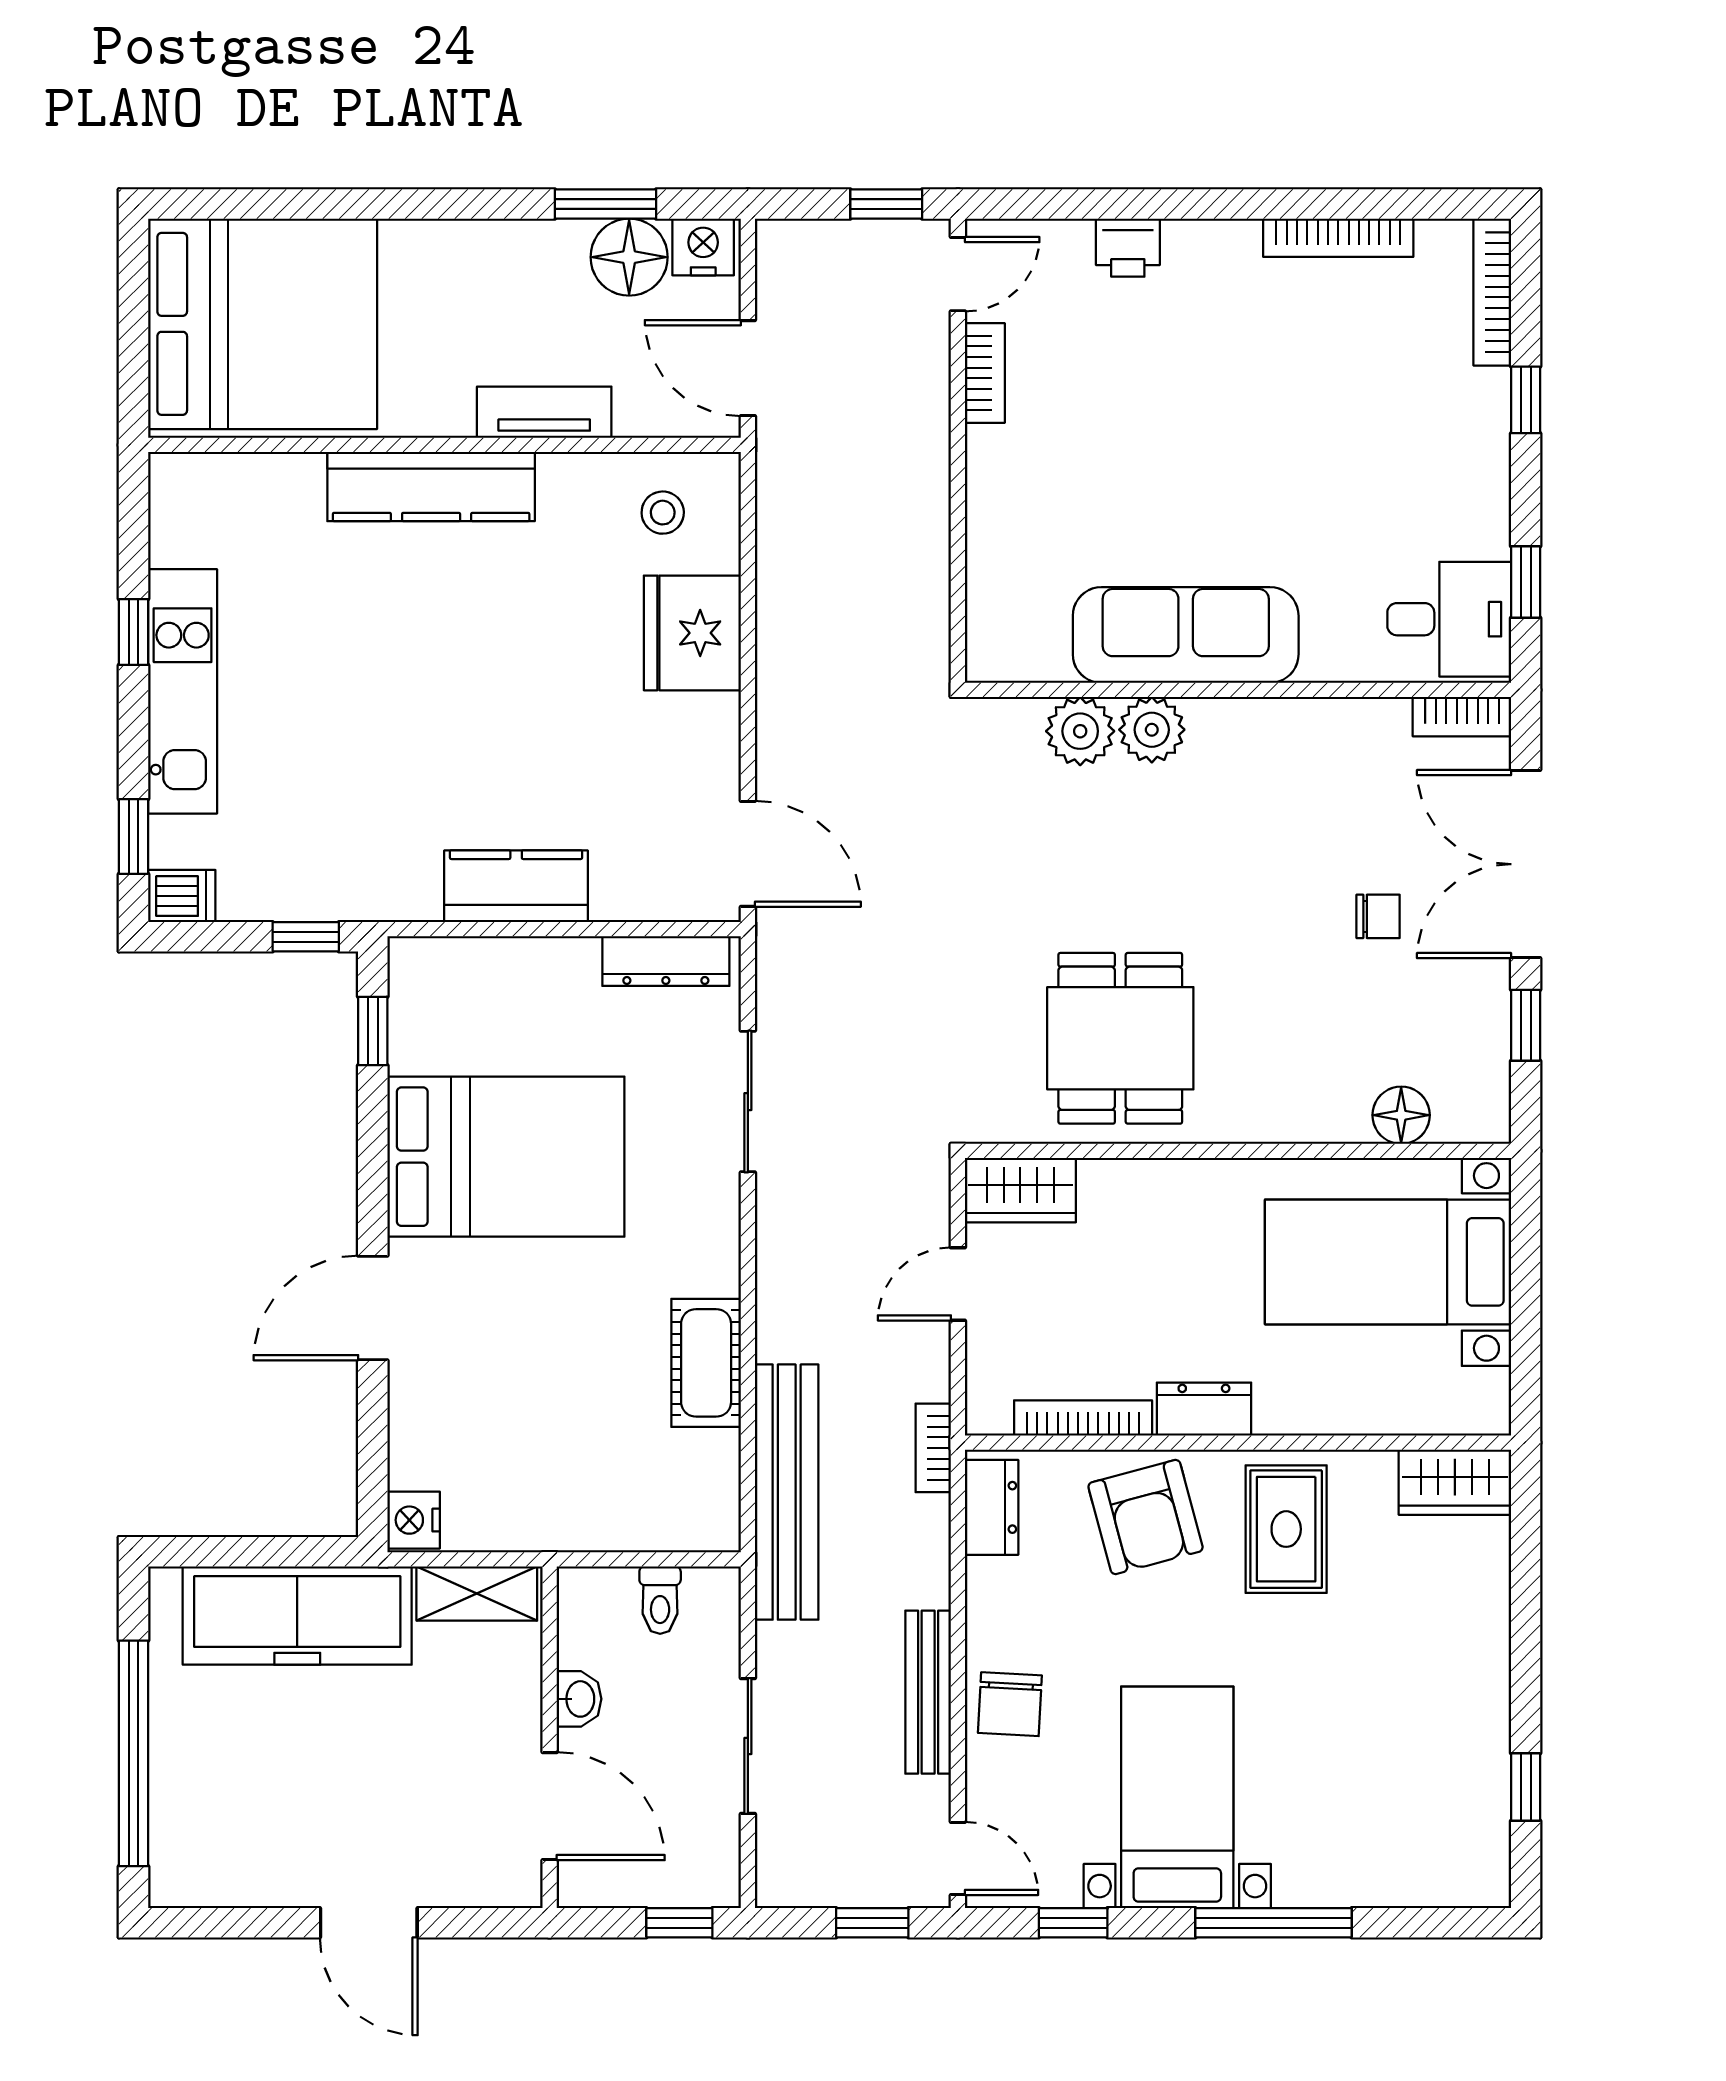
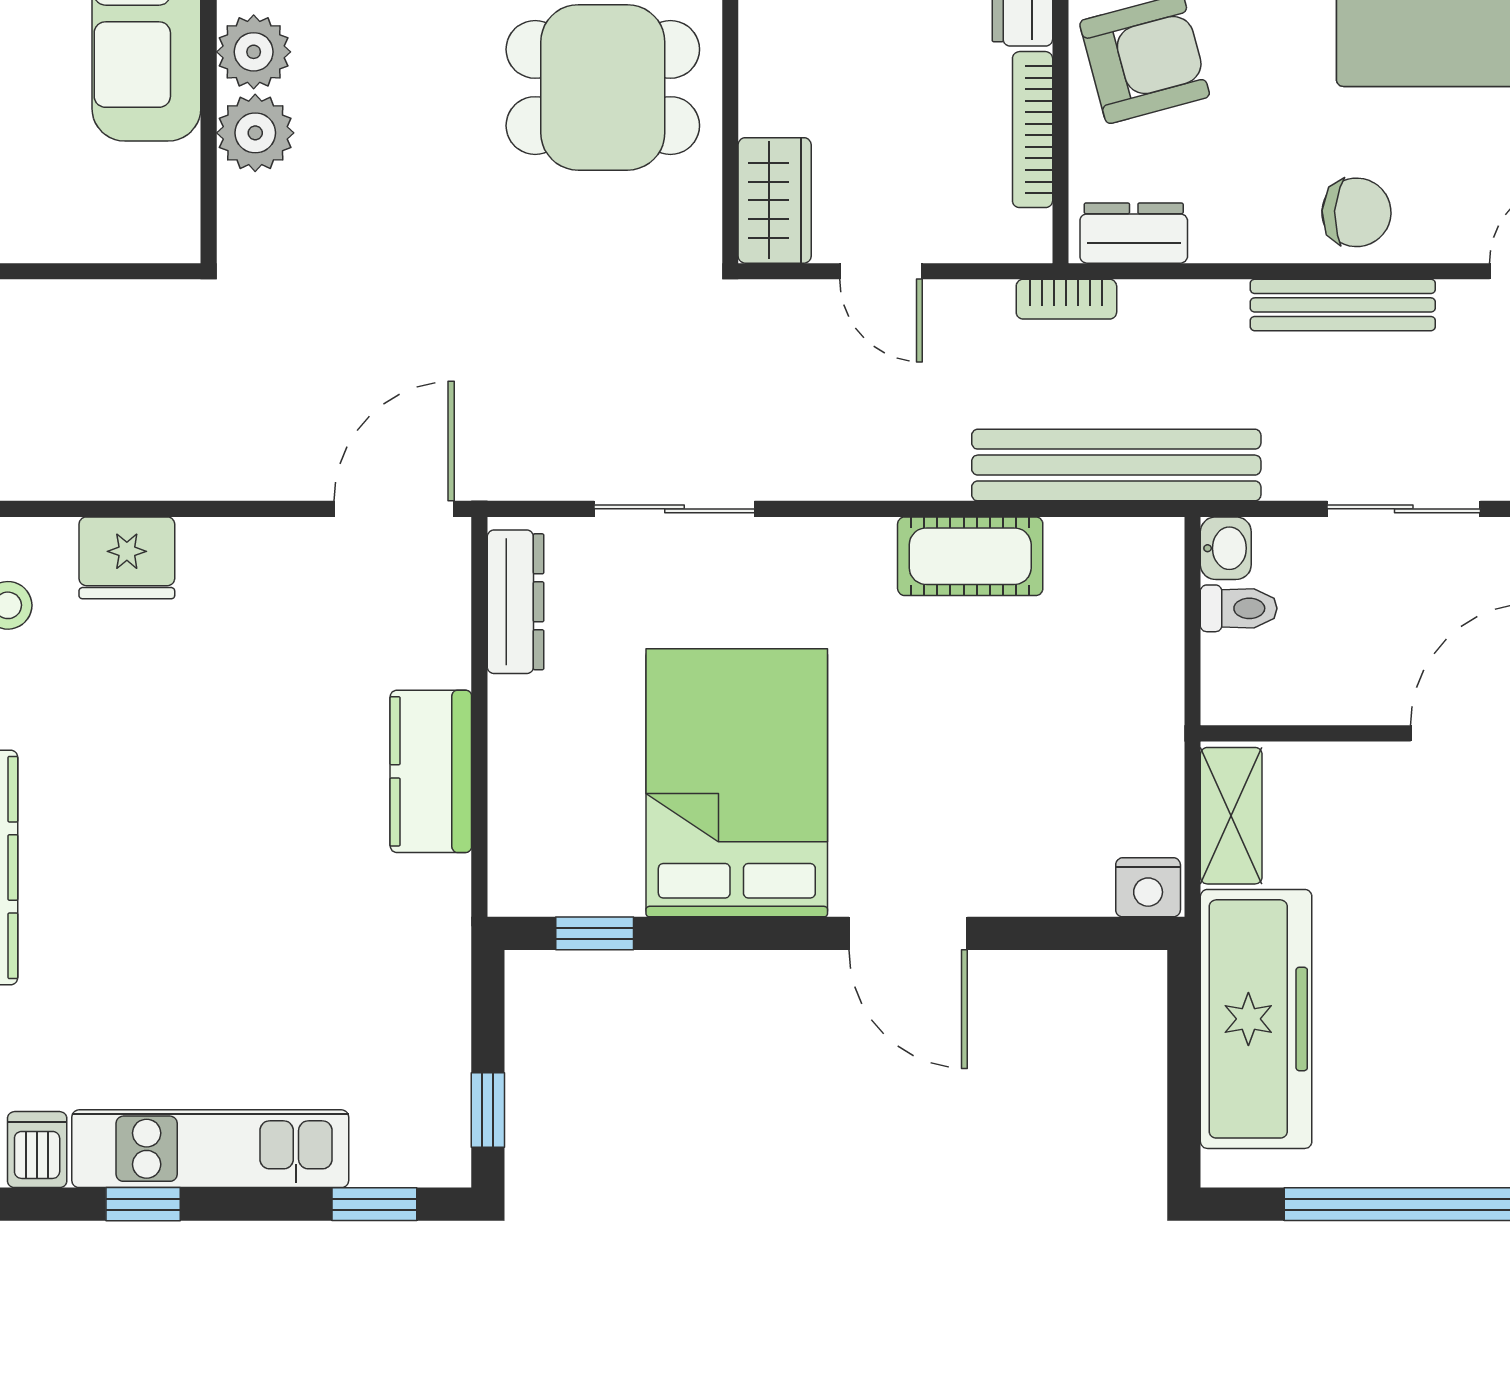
fridge: (692, 633) -> (127, 558), width x0.73, depth x0.75
dishwasher: (182, 896) -> (37, 1150), moved
window: (306, 937) -> (488, 1110), moved
washbasin: (579, 1699) -> (1226, 548), moved, turned 90

